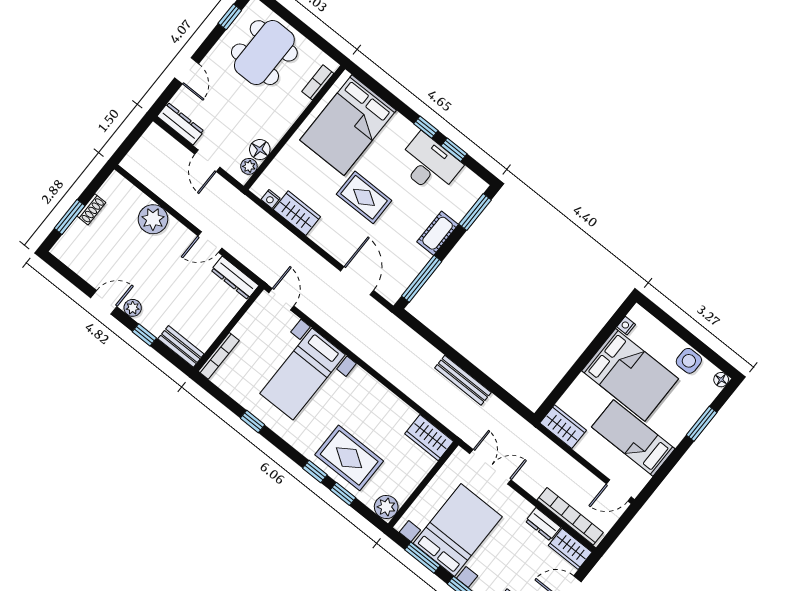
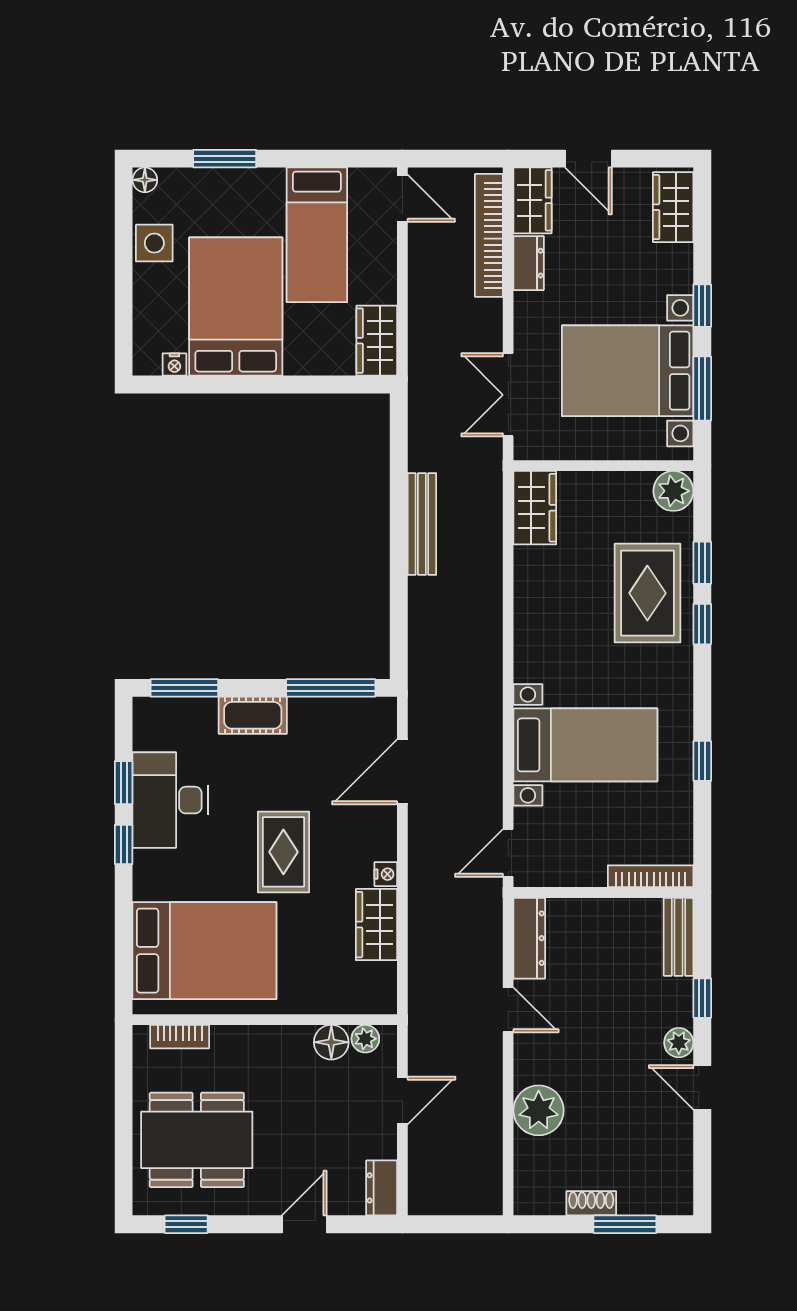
dresser: (180, 124) -> (382, 1188), width x0.70
nightstand: (271, 199) -> (386, 874), moved

